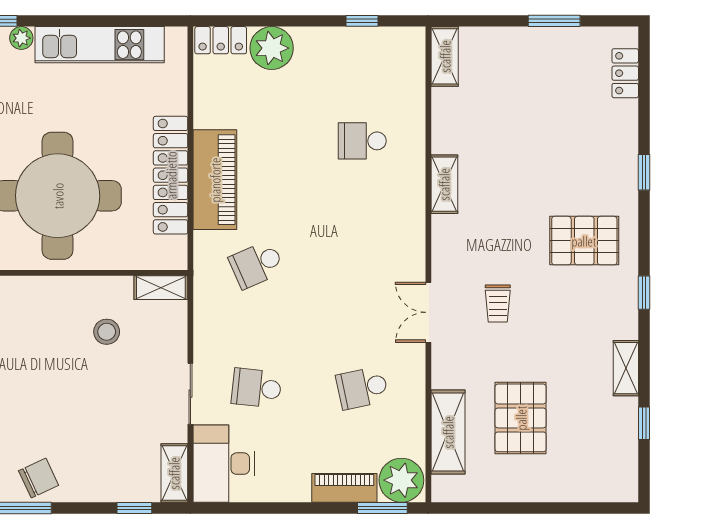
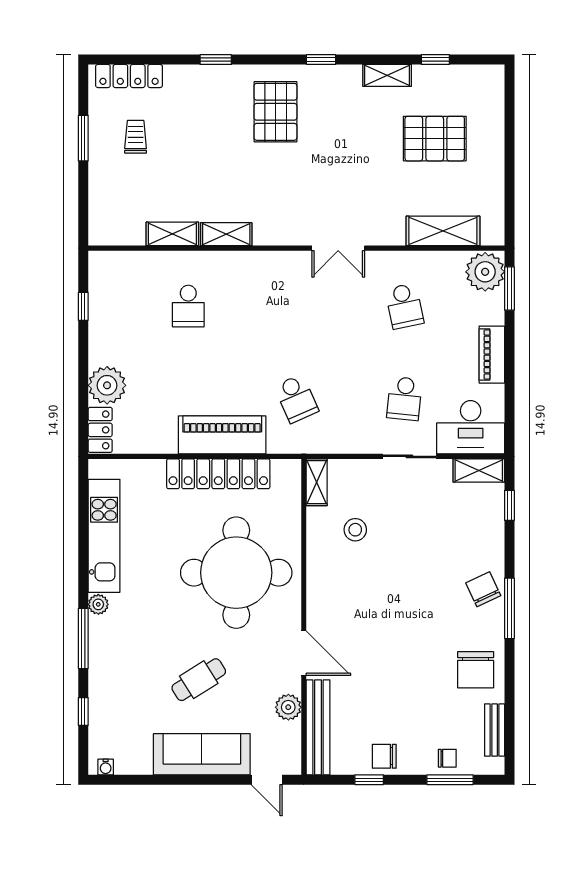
shelving: (445, 56) -> (172, 234), moved
locker: (625, 73) -> (129, 76), width x1.53
trolley: (498, 304) -> (136, 137), moved, turned -90
pallet: (521, 418) -> (435, 139), moved
piano: (344, 488) -> (492, 355), moved

